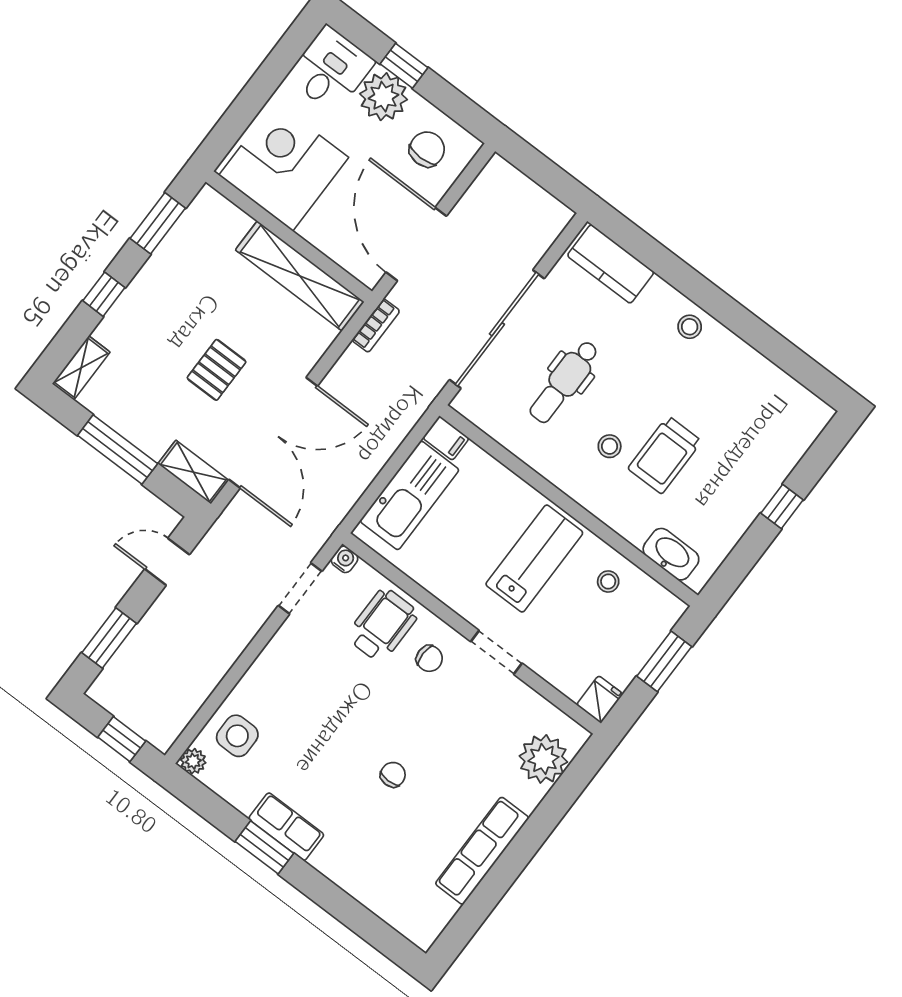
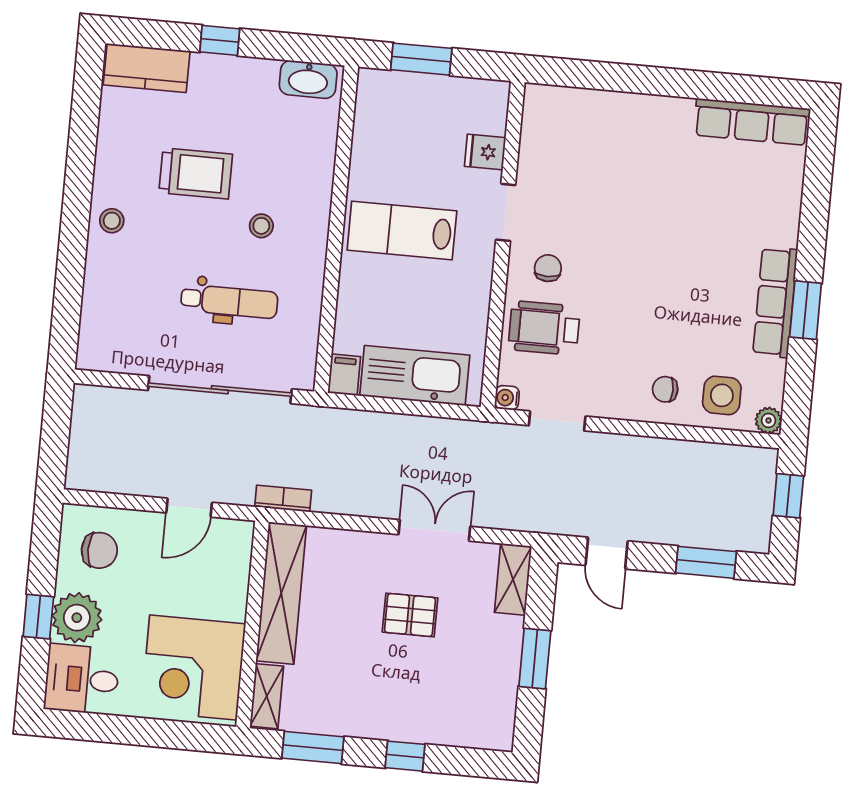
chair: (427, 149) -> (99, 550), turned 180
door: (416, 244) -> (189, 508), width x0.53
kitchen counter: (611, 264) -> (147, 68), moved, turned 90
shelving: (81, 368) -> (267, 696), moved, turned 90
double door: (273, 433) -> (434, 530), width x0.54
window: (118, 450) -> (535, 659), width x0.69
trolley: (665, 455) -> (196, 173), moved
washbasin: (671, 554) -> (308, 79), moved, turned -90
stool: (608, 581) -> (382, 153), removed
fridge: (600, 699) -> (485, 152), moved
plant: (543, 759) -> (574, 112), removed
chair: (393, 775) -> (665, 389), moved
row of seats: (286, 827) -> (775, 302), width x1.48
row of seats: (482, 851) -> (752, 122), moved

